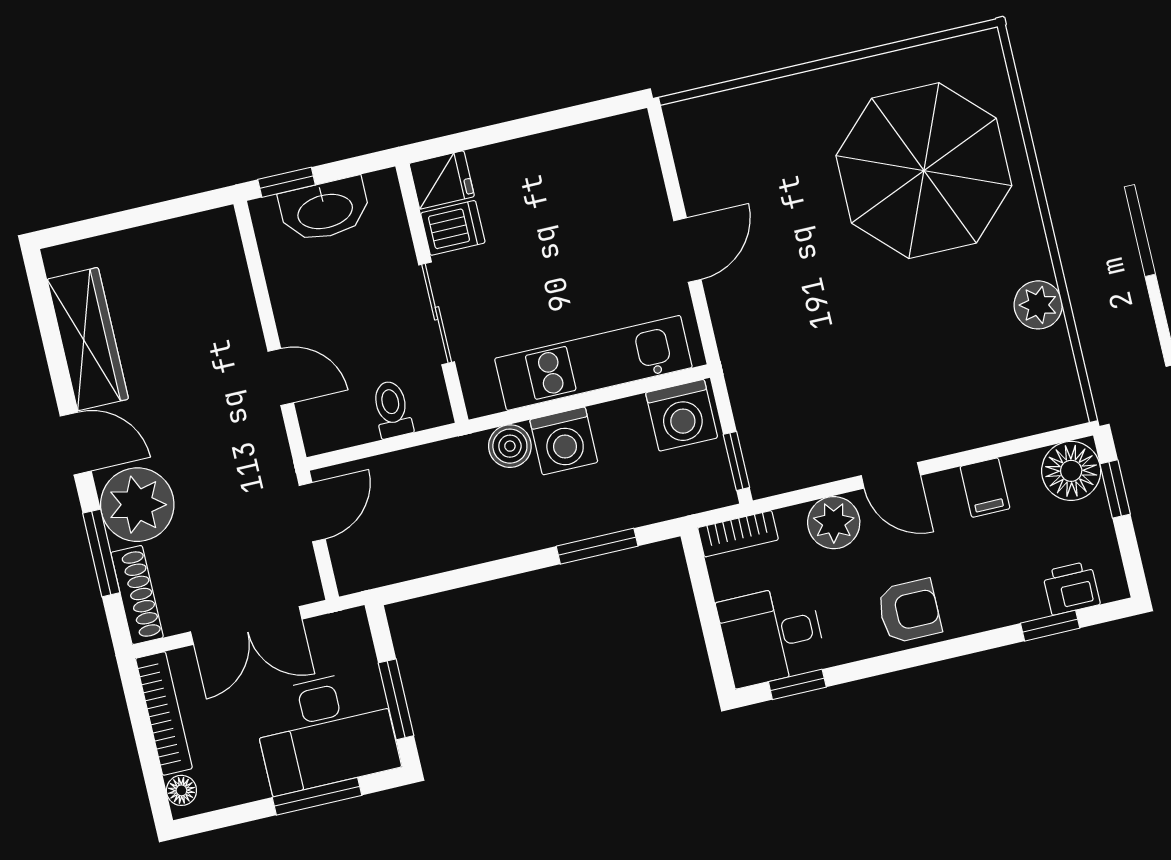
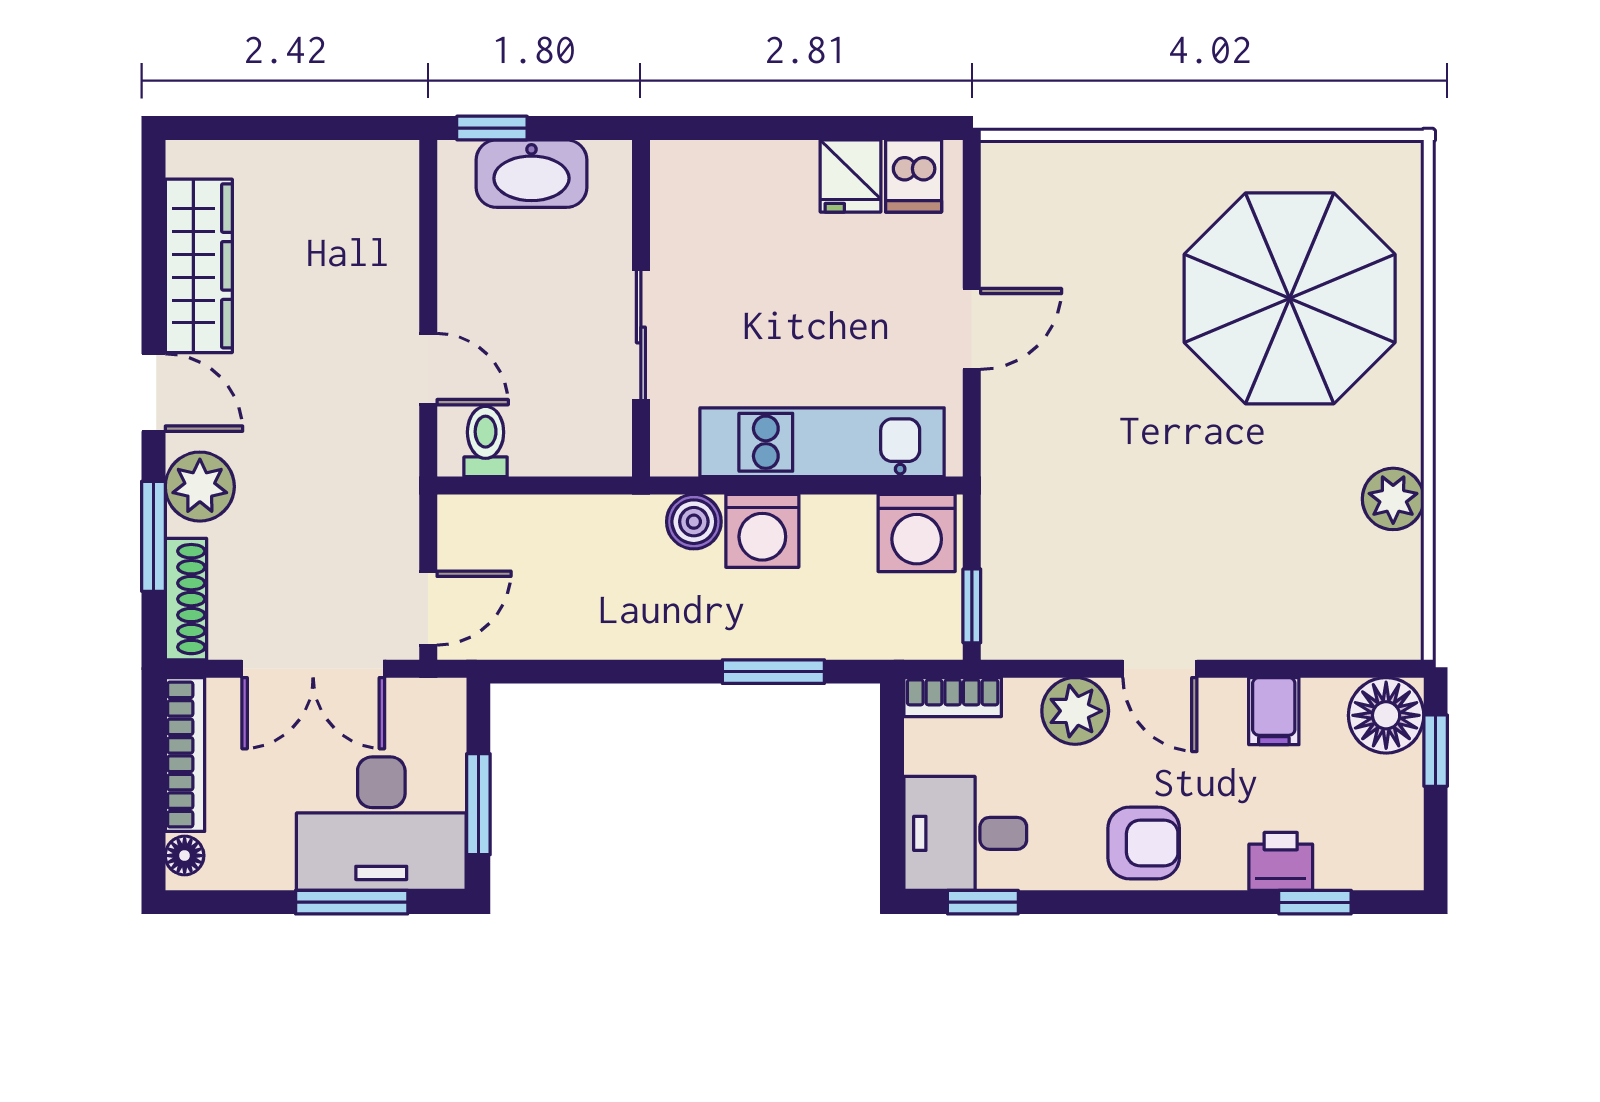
fridge: (442, 180) -> (850, 176), moved, turned 90
dishwasher: (453, 228) -> (914, 176), moved, turned 90
toilet: (392, 409) -> (486, 441), moved
plant: (137, 505) -> (200, 487), width x0.73, depth x0.73
door: (312, 512) -> (428, 608), moved
printer: (1071, 588) -> (1281, 861), moved

